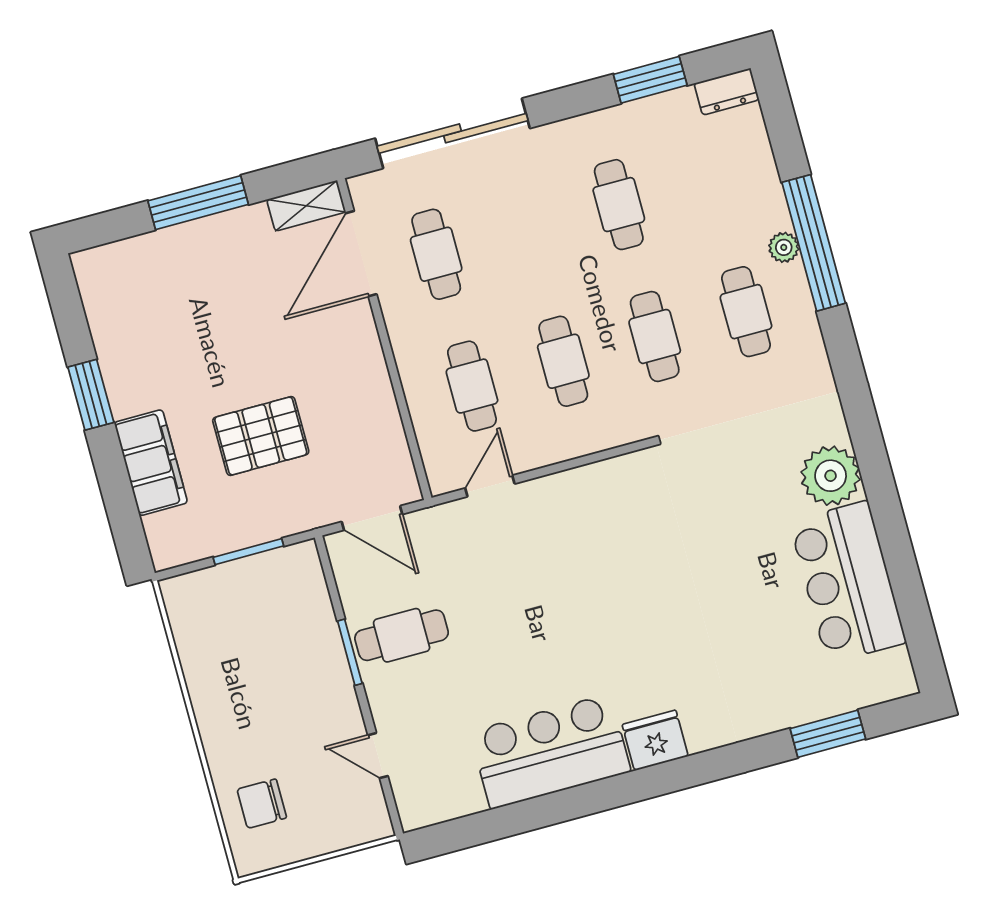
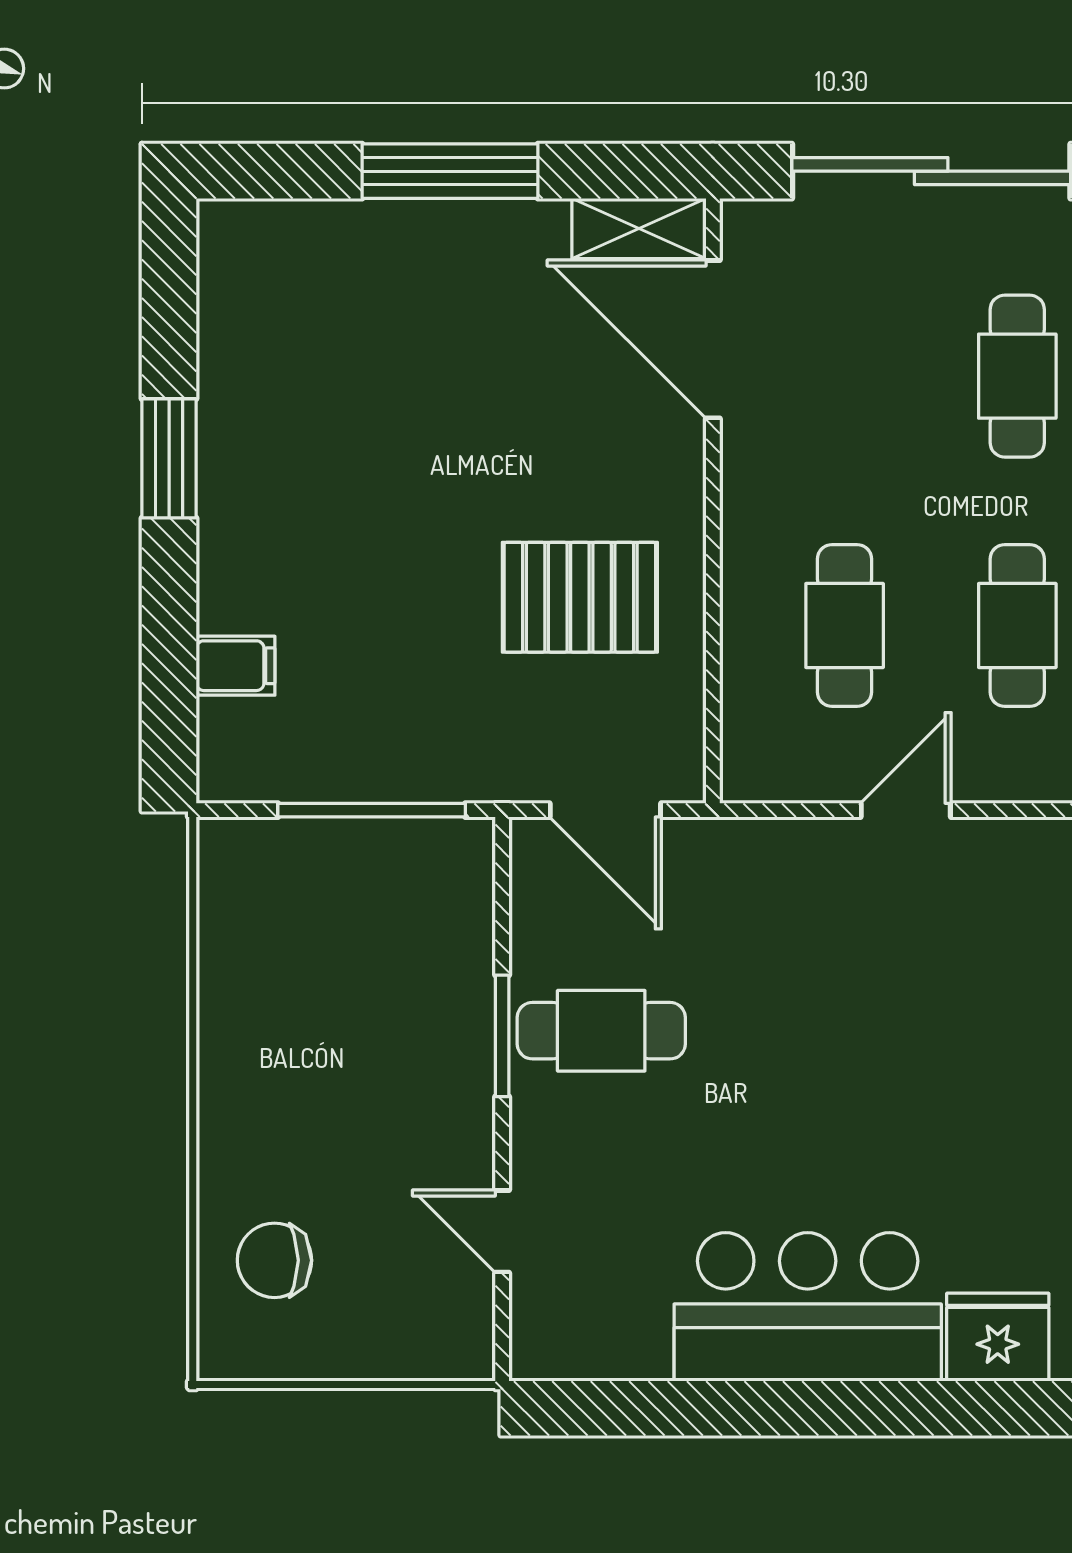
door: (361, 254) -> (713, 339), hinge flipped
cafe table: (436, 254) -> (1017, 376), moved
pallet: (261, 436) -> (580, 597), moved
filing cabinet: (151, 463) -> (236, 666), width x0.33, depth x0.86
door: (490, 486) -> (906, 810), moved
window: (248, 552) -> (372, 810), width x1.44

